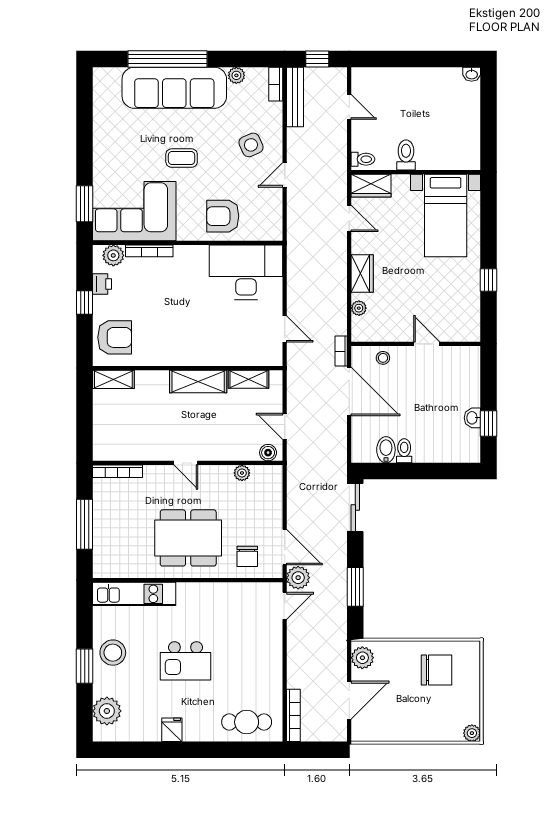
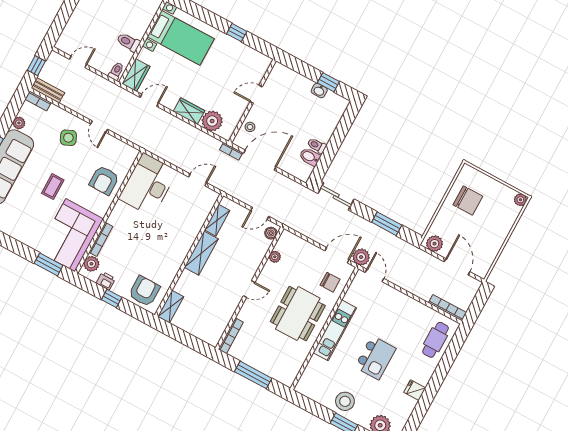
bench: (295, 97) -> (48, 90), width x0.73
plant: (359, 308) -> (212, 121), width x1.88, depth x1.88
kitchen unit: (134, 594) -> (335, 330), moved
chair: (437, 670) -> (468, 200), turned 90

